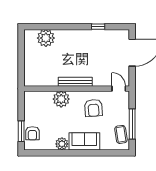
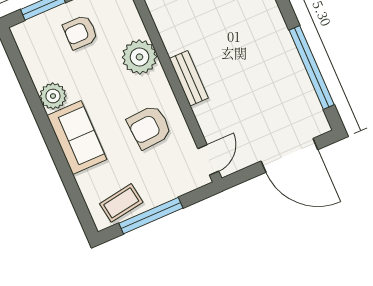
window: (98, 27) -> (312, 67), width x3.17
bench: (75, 82) -> (189, 78), width x0.73
armchair: (32, 133) -> (80, 32), moved

